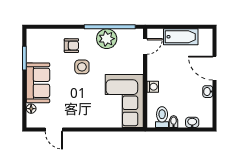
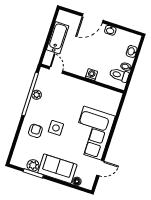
plant: (107, 39) -> (37, 95), width x0.53, depth x0.53
plant: (33, 55) -> (33, 165), added
corner sofa: (124, 101) -> (93, 133), moved, turned 90

